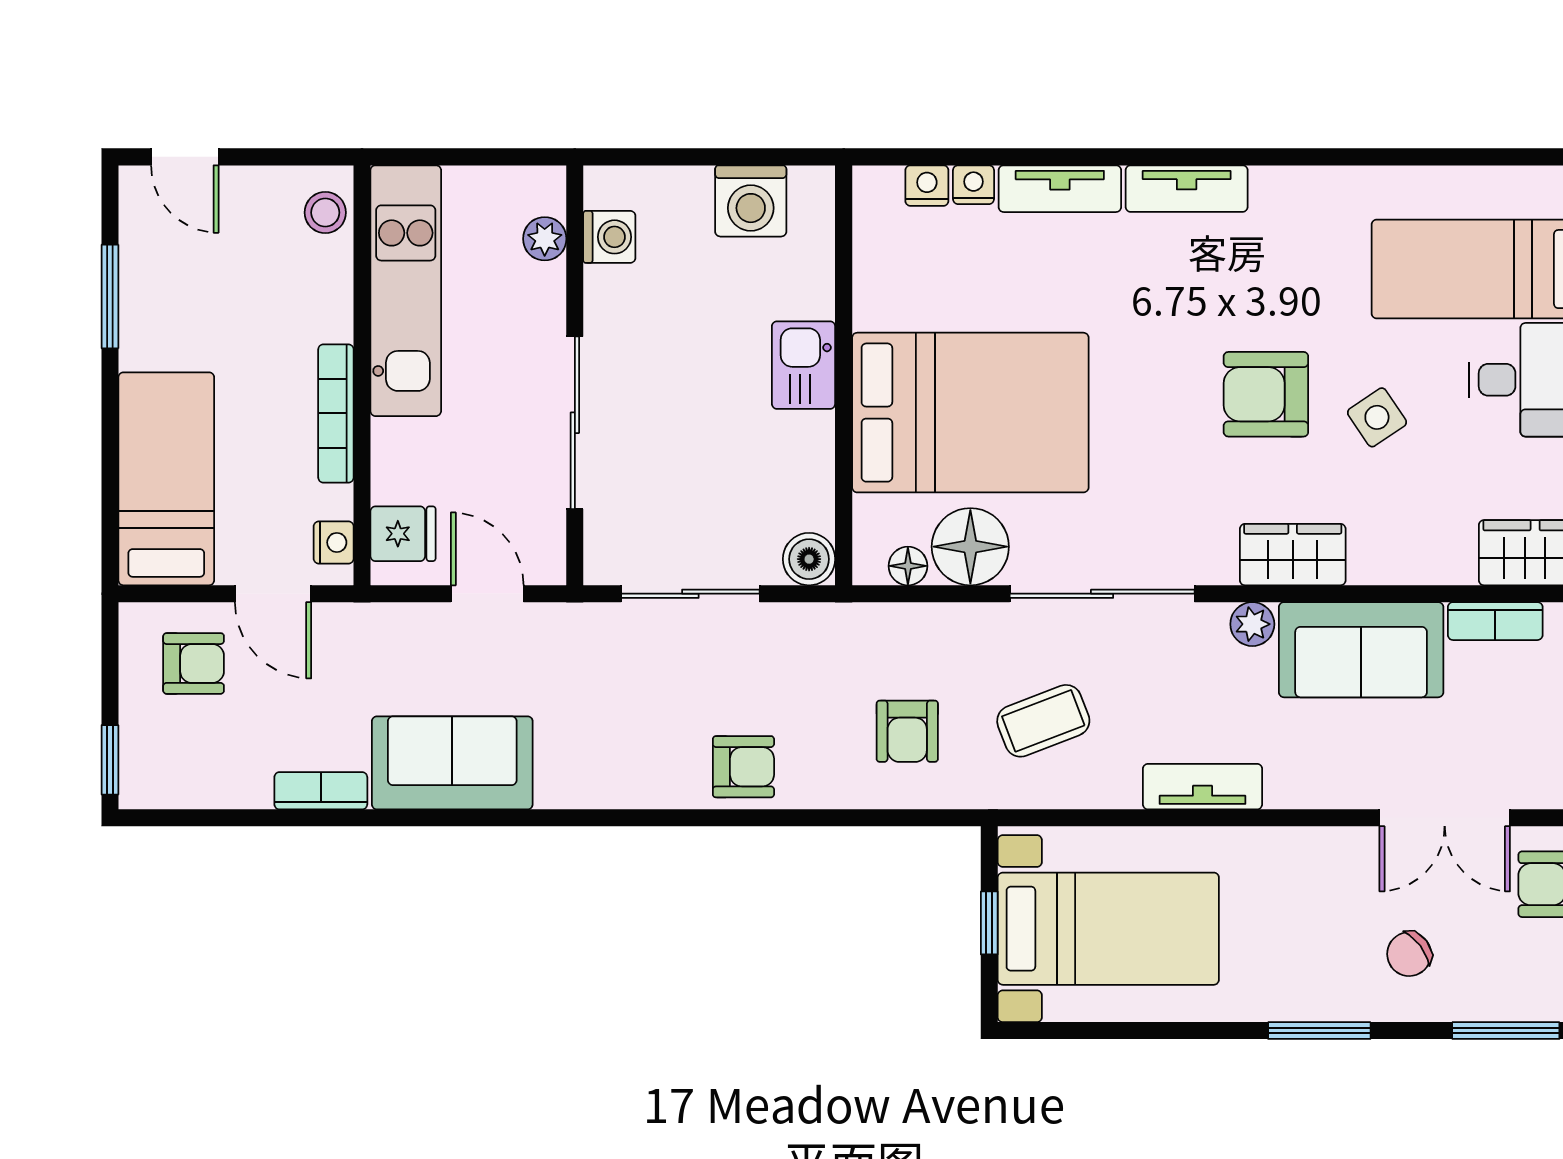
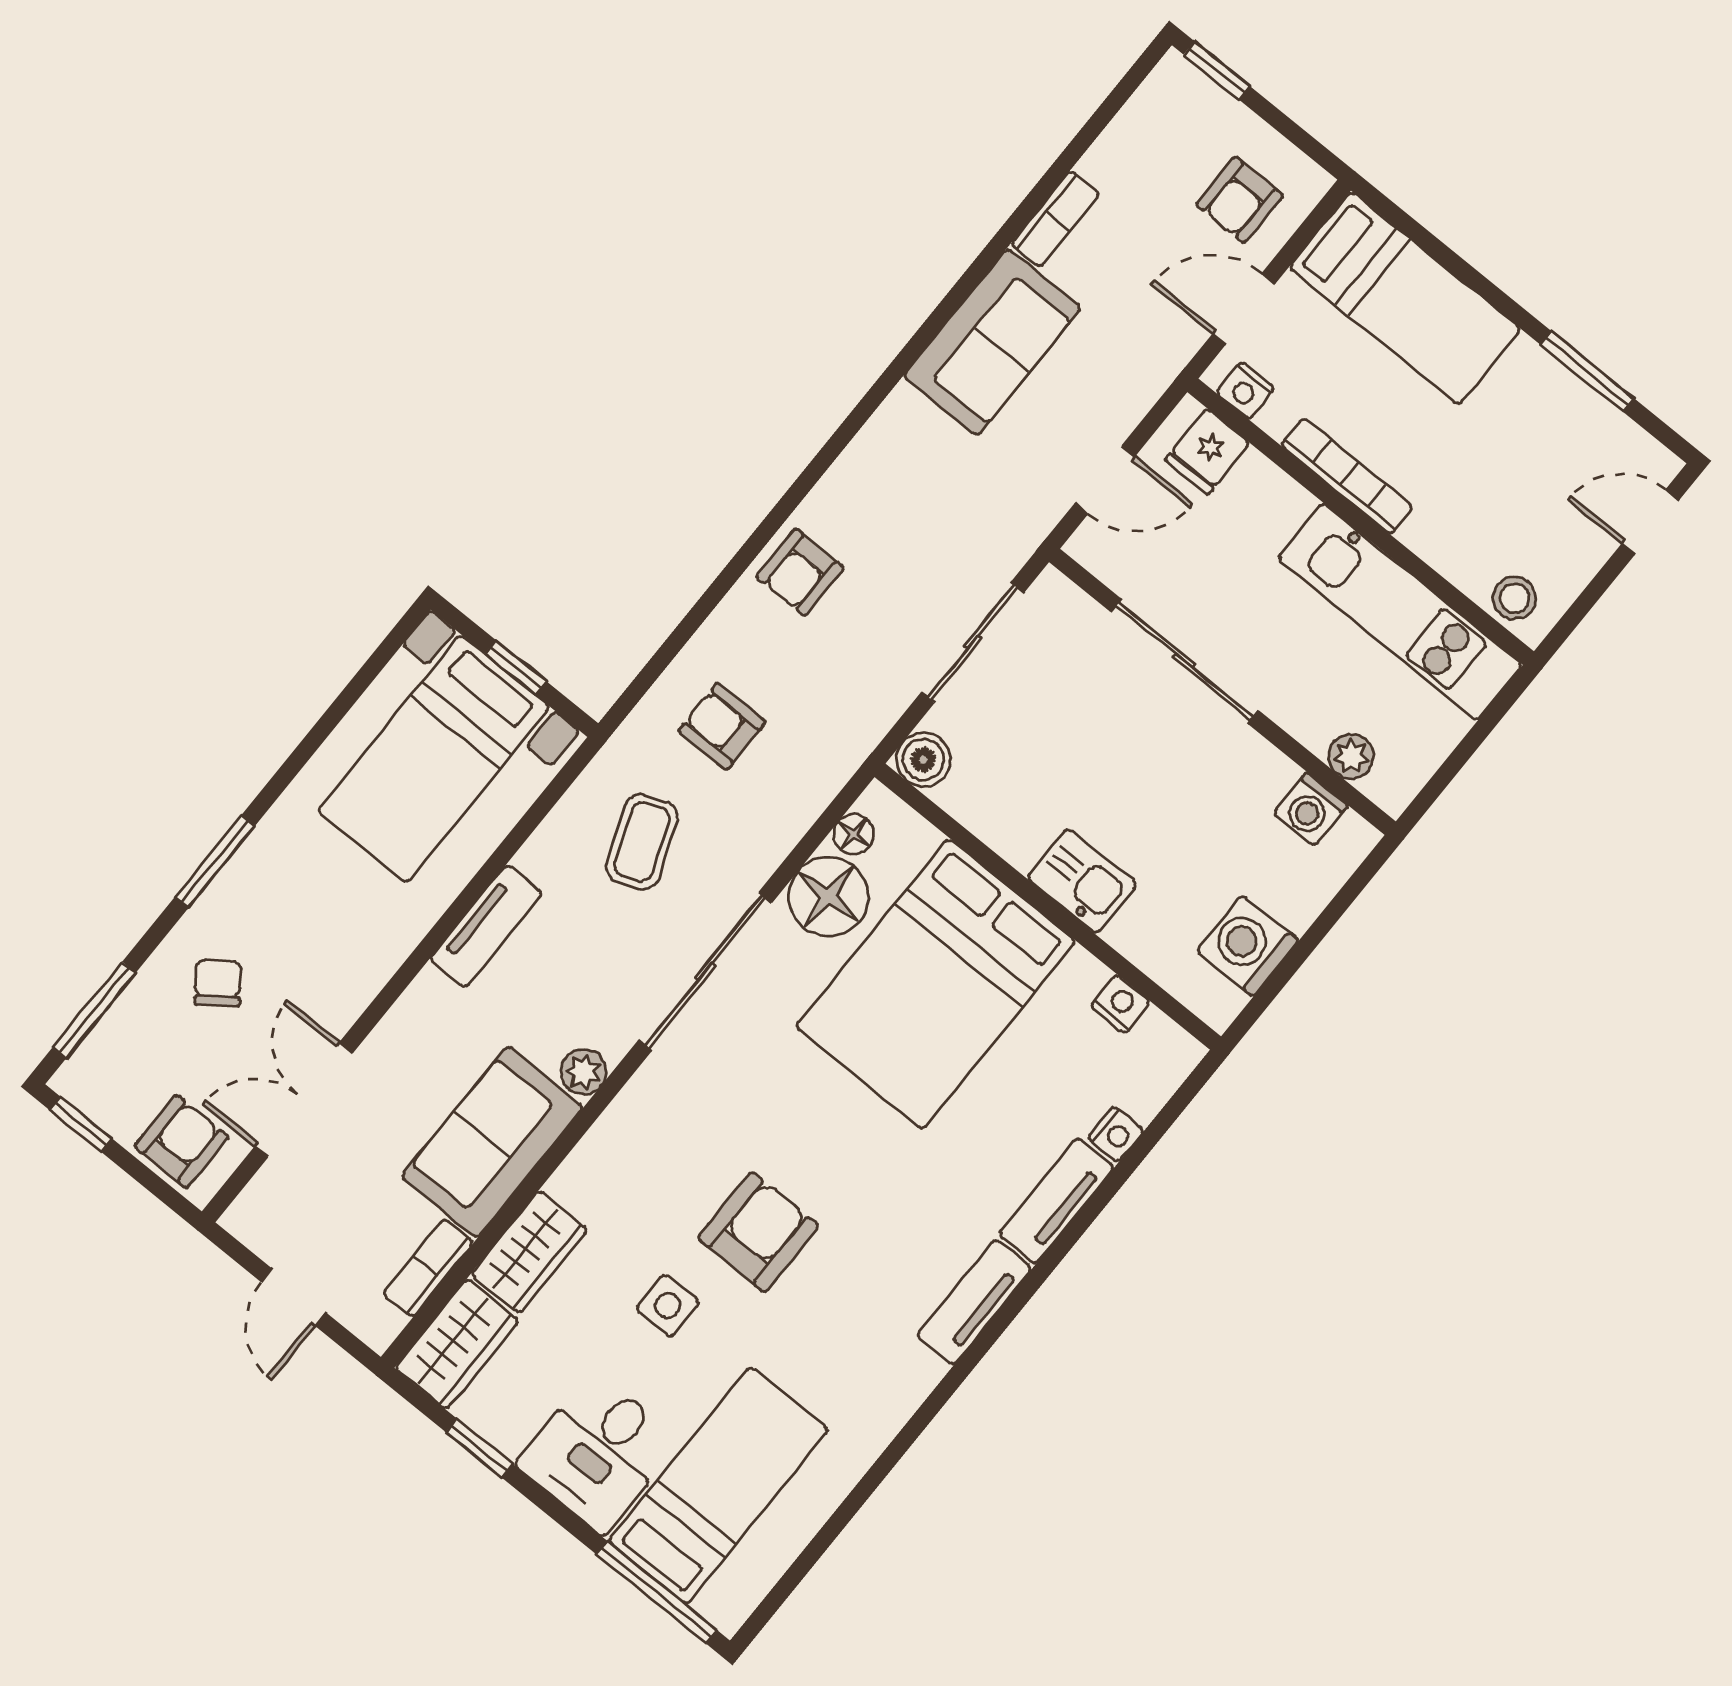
nightstand: (927, 186) -> (1120, 1004), moved, turned -90
side table: (1377, 417) -> (668, 1306), turned 34
wardrobe: (1293, 555) -> (529, 1252), moved

